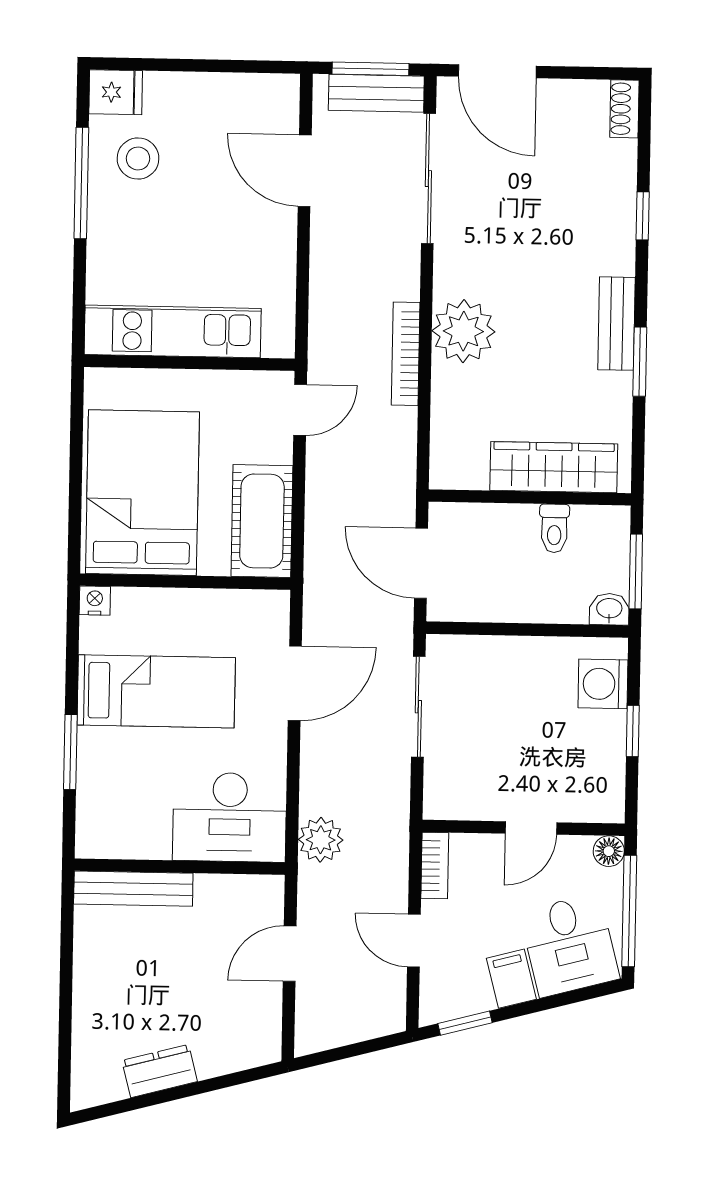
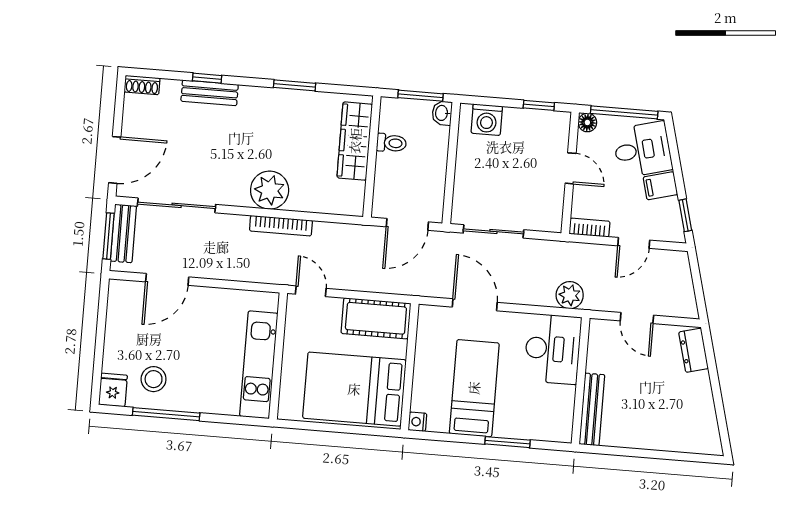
bench: (617, 324) -> (210, 93), moved
window: (633, 731) -> (539, 105), moved
dresser: (160, 1071) -> (694, 350), moved

